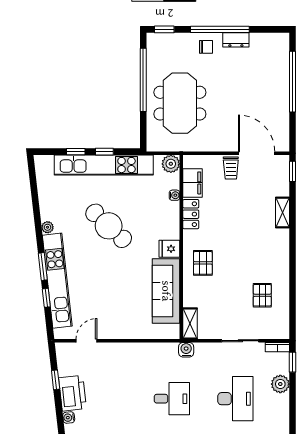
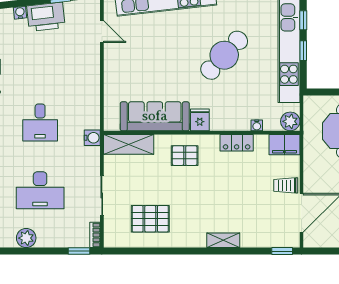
filing cabinet: (193, 183) -> (284, 145), moved
shelving: (282, 212) -> (223, 240), moved
pallet: (262, 295) -> (150, 219), width x1.50, depth x1.42
shelving: (190, 323) -> (129, 144), width x1.50, depth x1.33
plant: (280, 384) -> (26, 238), moved

